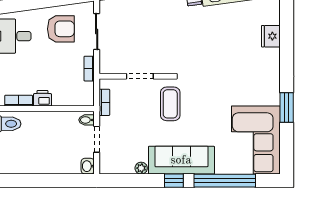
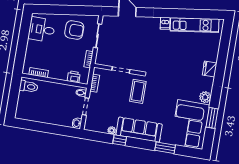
fridge: (271, 36) -> (210, 69), moved
plant: (271, 96) -> (205, 97), added
printer: (42, 98) -> (74, 77), moved
window: (287, 107) -> (212, 118), moved
window: (174, 181) -> (120, 140), moved
window: (225, 181) -> (165, 148), width x0.47

